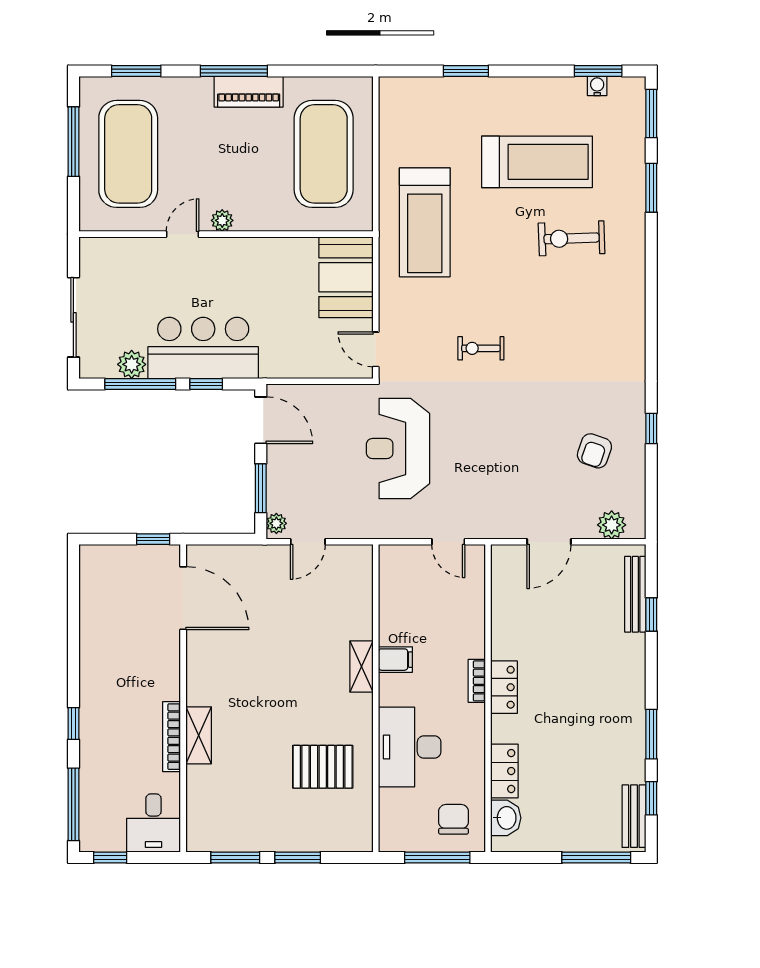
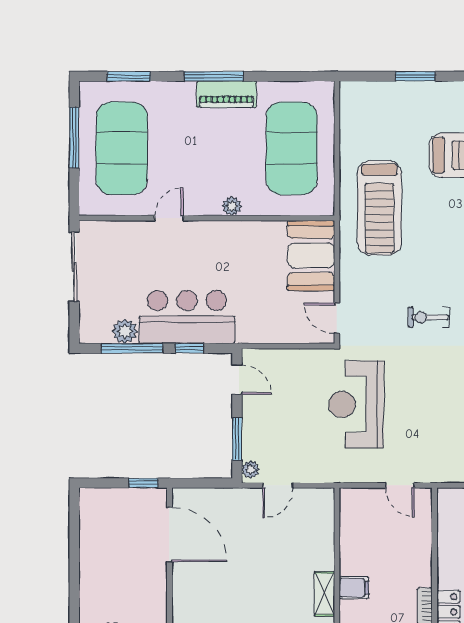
plant: (222, 220) -> (232, 206), moved
sliding door: (73, 317) -> (74, 267), moved
door: (261, 420) -> (237, 380), width x0.73

